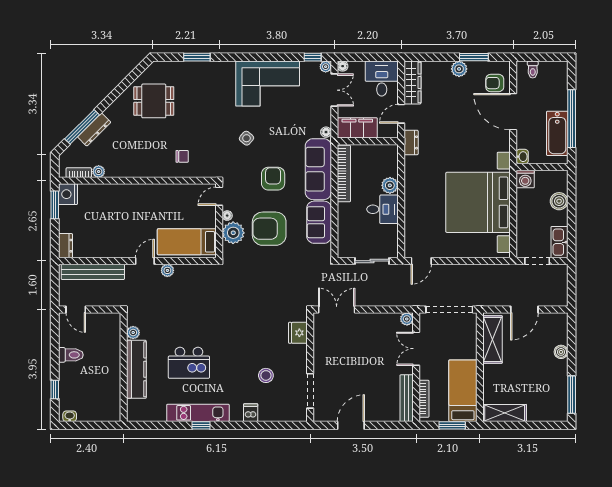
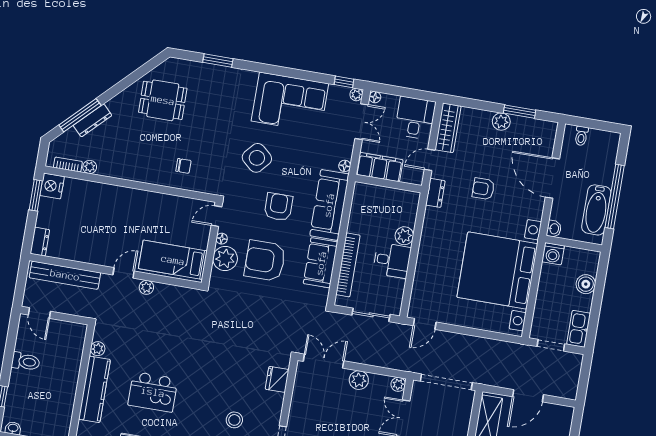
armchair: (495, 83) -> (483, 189), moved
side table: (246, 138) -> (257, 158), width x1.87, depth x1.87
bookcase: (344, 174) -> (348, 265), moved
plant: (371, 321) -> (359, 380), added

